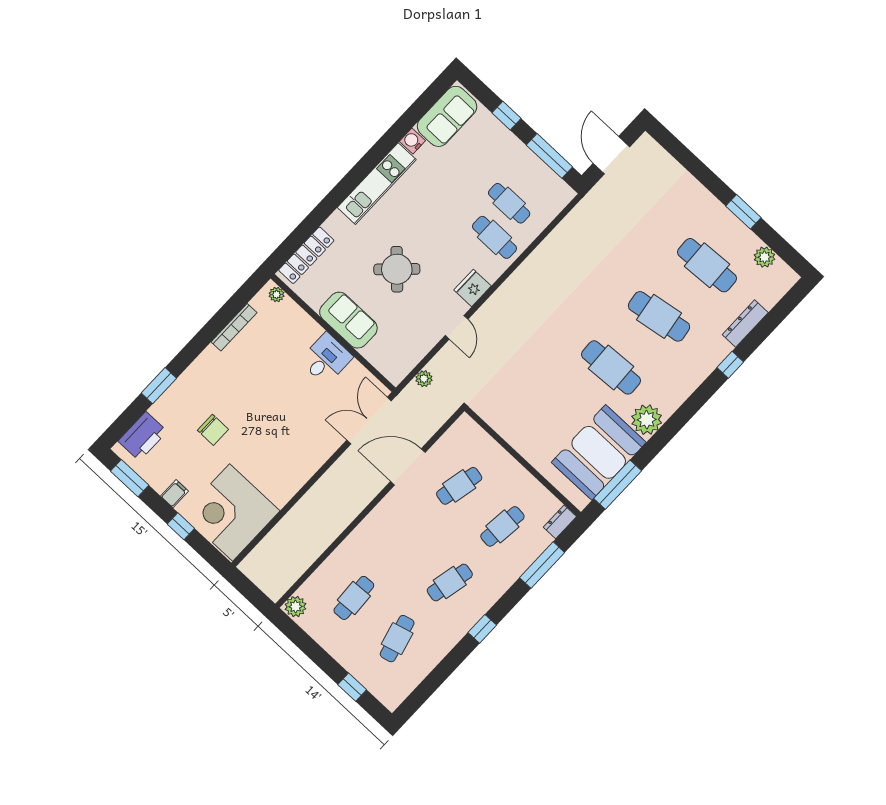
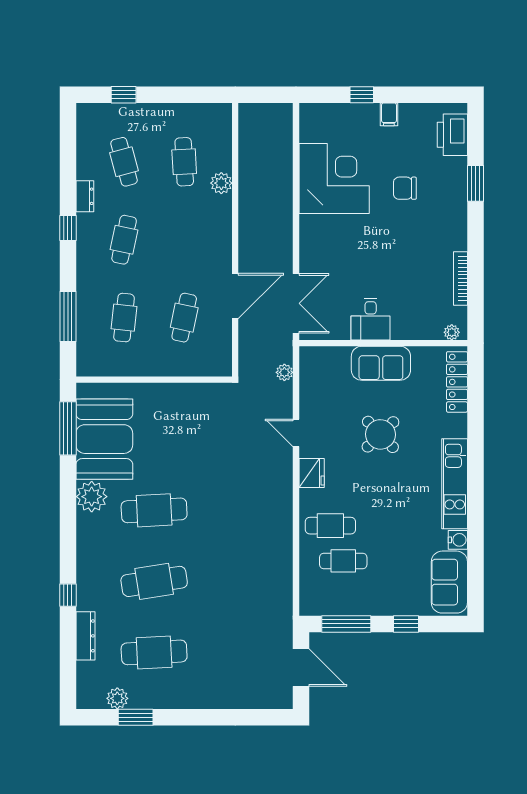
window: (743, 212) -> (136, 717), moved
window: (130, 478) -> (433, 95), removed
corner desk: (231, 512) -> (334, 179), moved
dresser: (560, 522) -> (85, 196), moved
plant: (296, 607) -> (221, 183), moved

